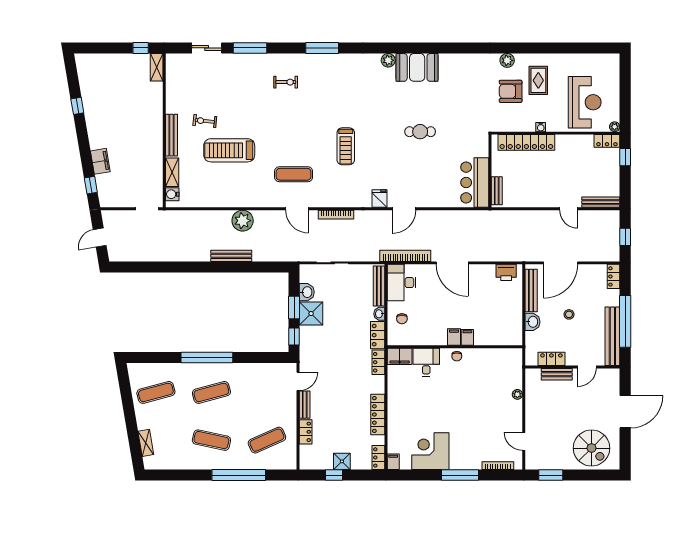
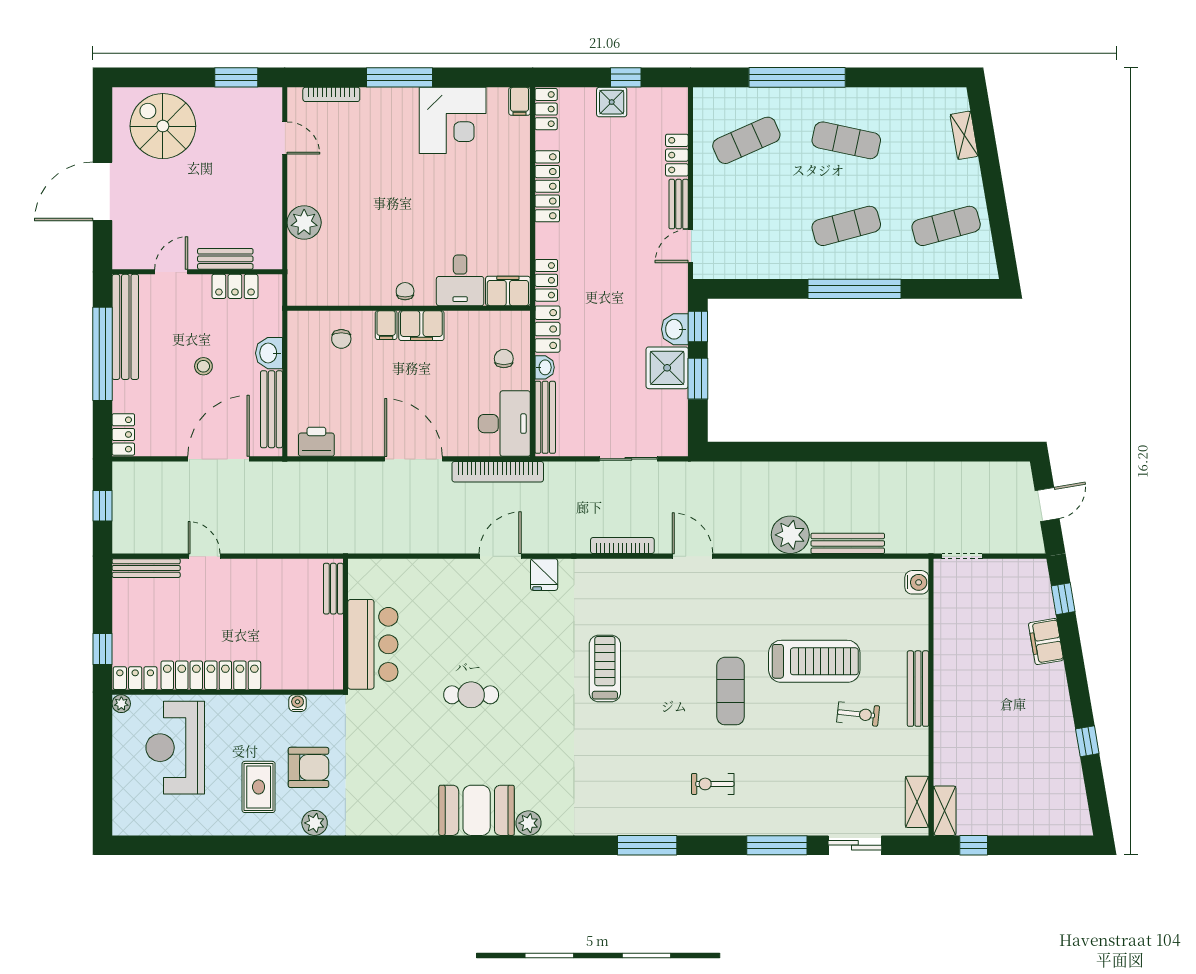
water cooler: (541, 127) -> (298, 703), moved
locker: (526, 142) -> (211, 675), moved
shelving: (172, 172) -> (917, 802), moved
exercise mat: (294, 174) -> (730, 691), moved, turned 90
bar counter: (475, 182) -> (373, 644), moved
bench: (231, 256) -> (848, 543), moved
washbasin: (307, 292) -> (675, 329), moved
chair: (492, 330) -> (341, 339), added
filing cabinet: (454, 337) -> (421, 326), width x2.00
plant: (517, 394) -> (304, 223), width x1.87, depth x1.87

